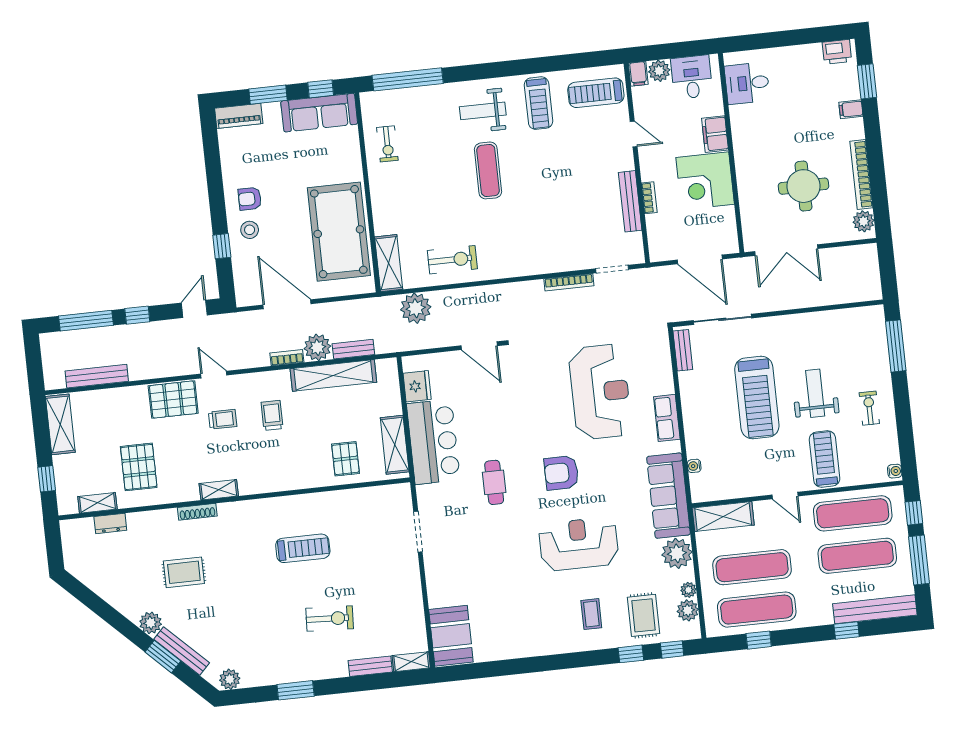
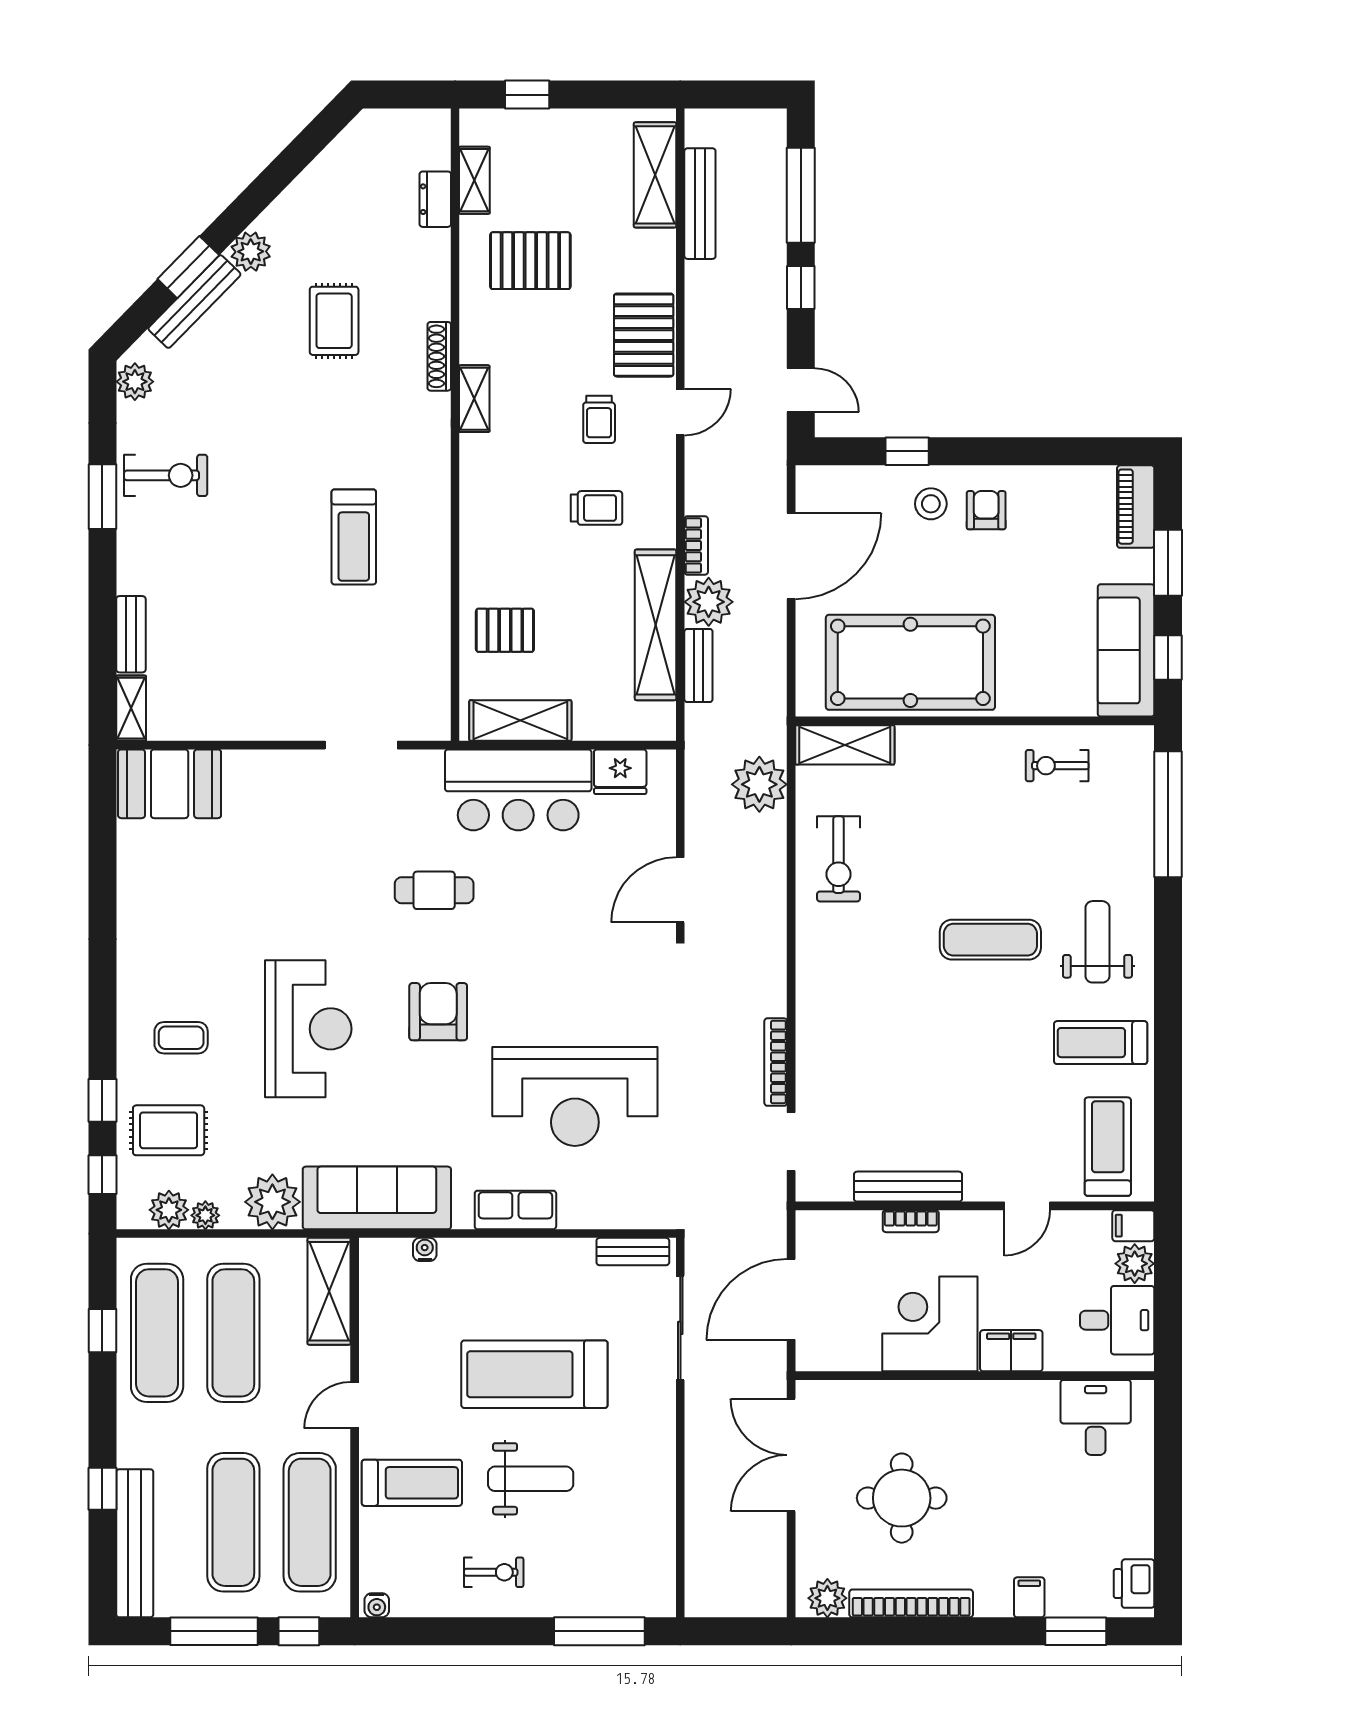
shelving: (60, 424) -> (655, 175), moved, turned 90
exercise bike: (330, 619) -> (166, 475), moved, turned -93

